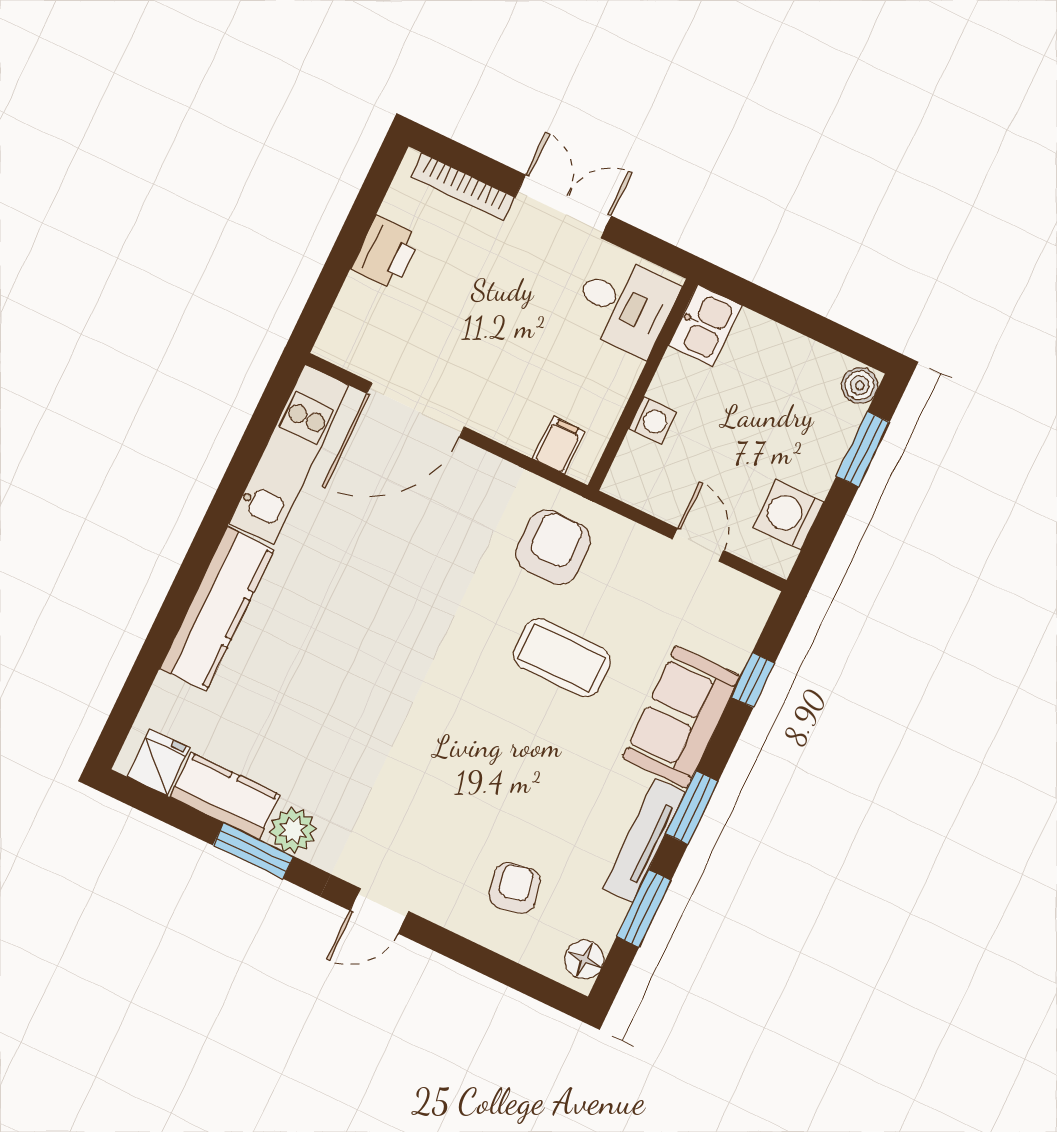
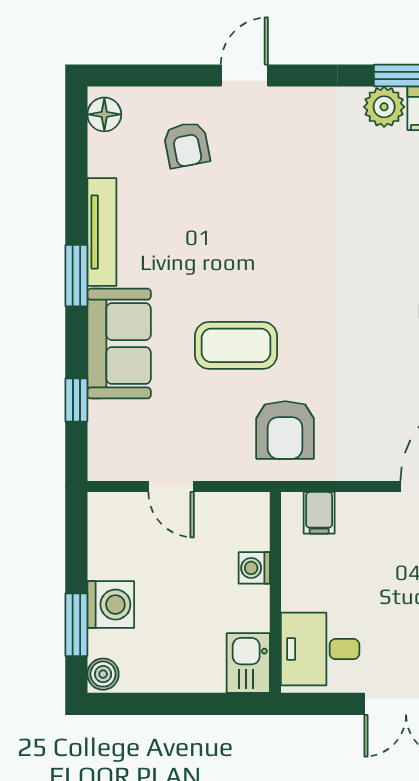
washing machine: (788, 514) -> (111, 605), moved
window: (644, 908) -> (76, 178), removed
door: (379, 911) -> (244, 76), moved

